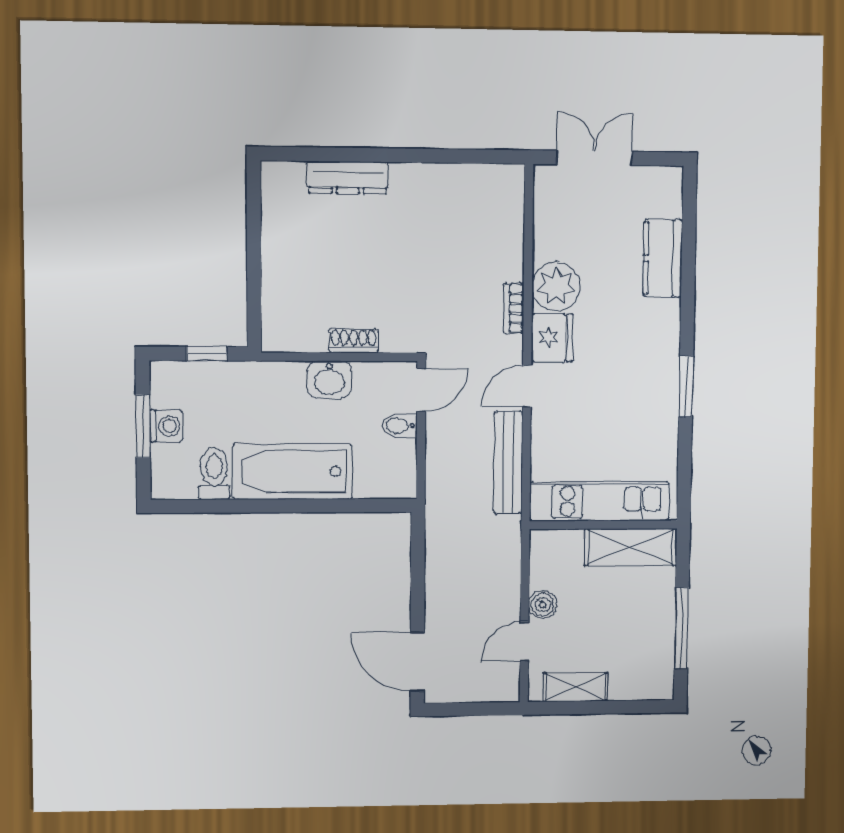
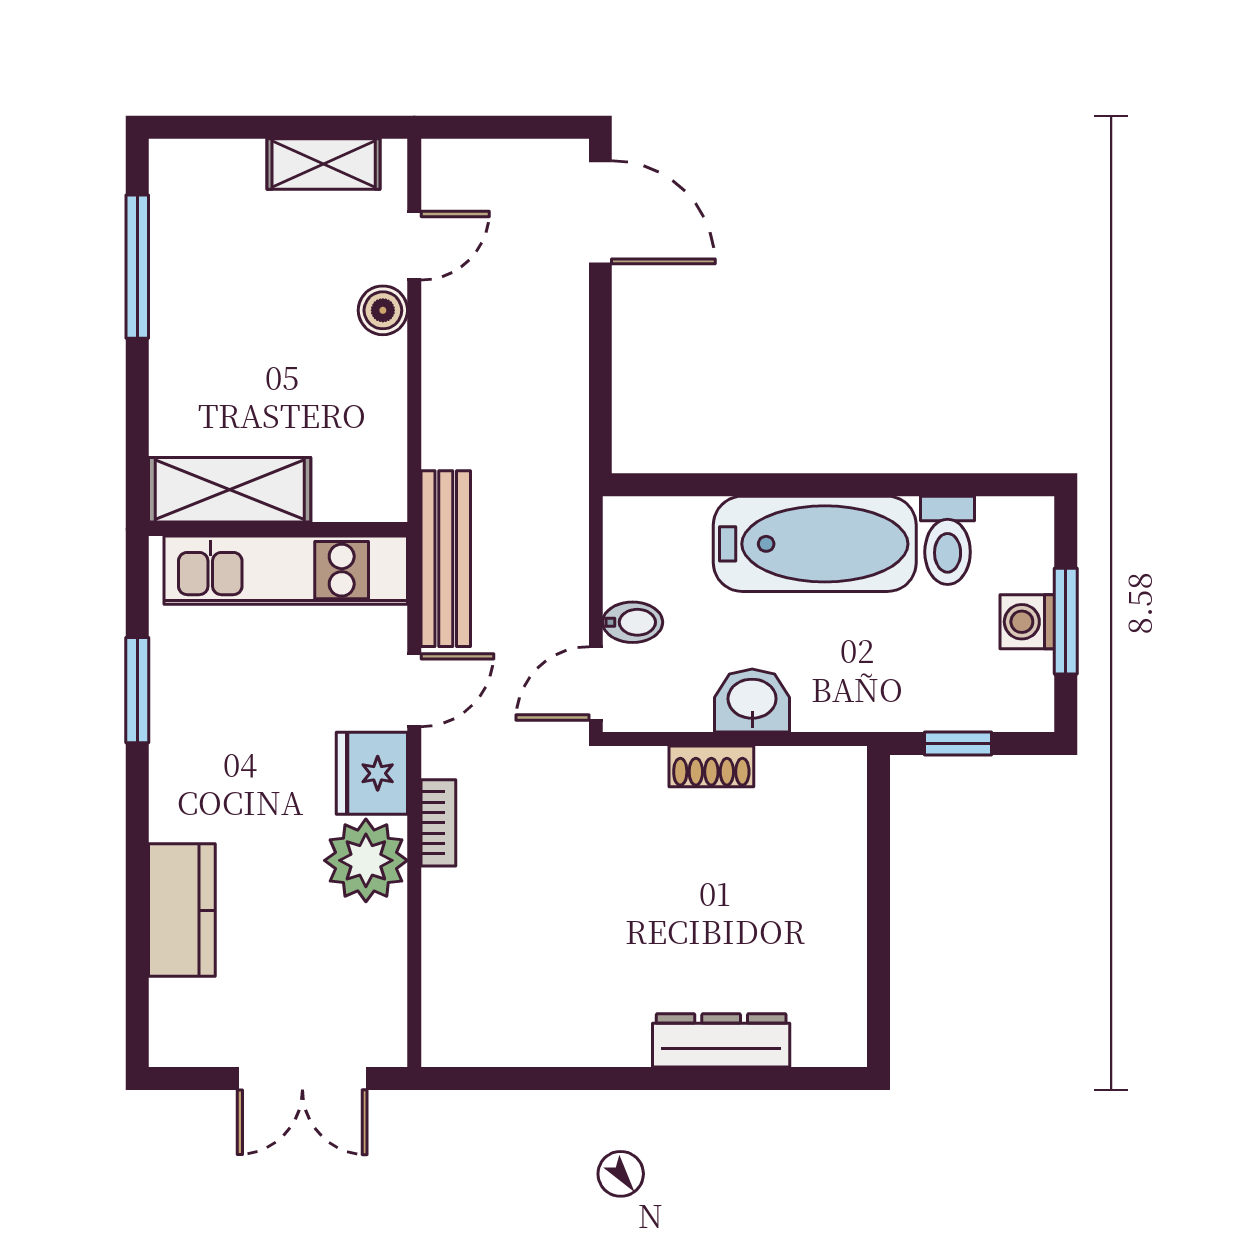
kitchen unit: (599, 501) -> (286, 570), moved
wall: (603, 525) -> (278, 529), moved
shelving: (631, 547) -> (230, 490), moved

